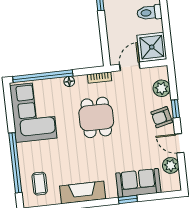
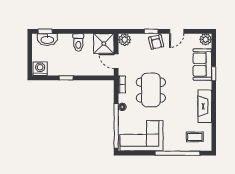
plant: (162, 88) -> (125, 40), moved
dining table: (96, 117) -> (151, 90), width x1.38
plant: (171, 165) -> (206, 39), moved

